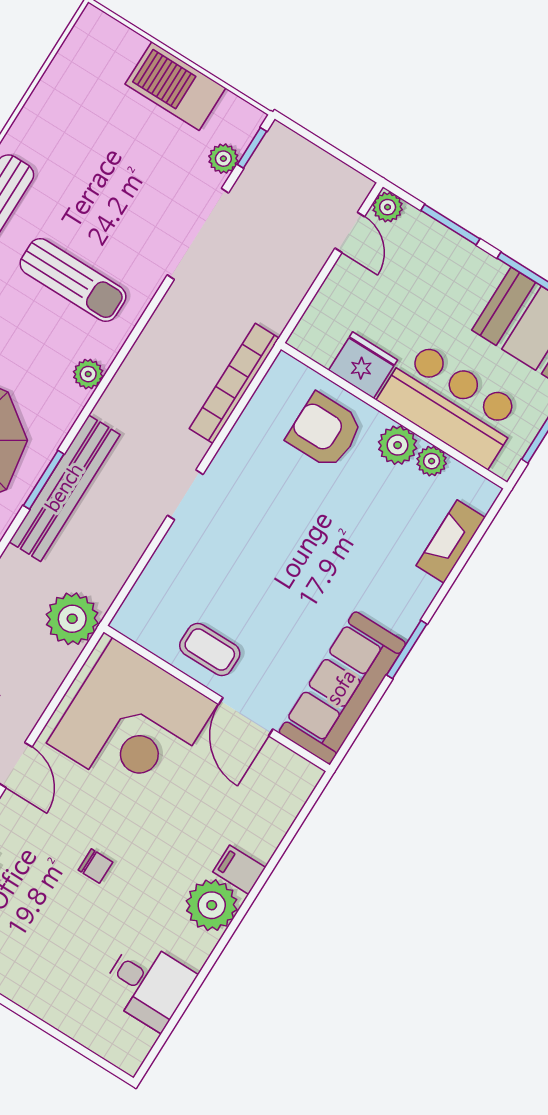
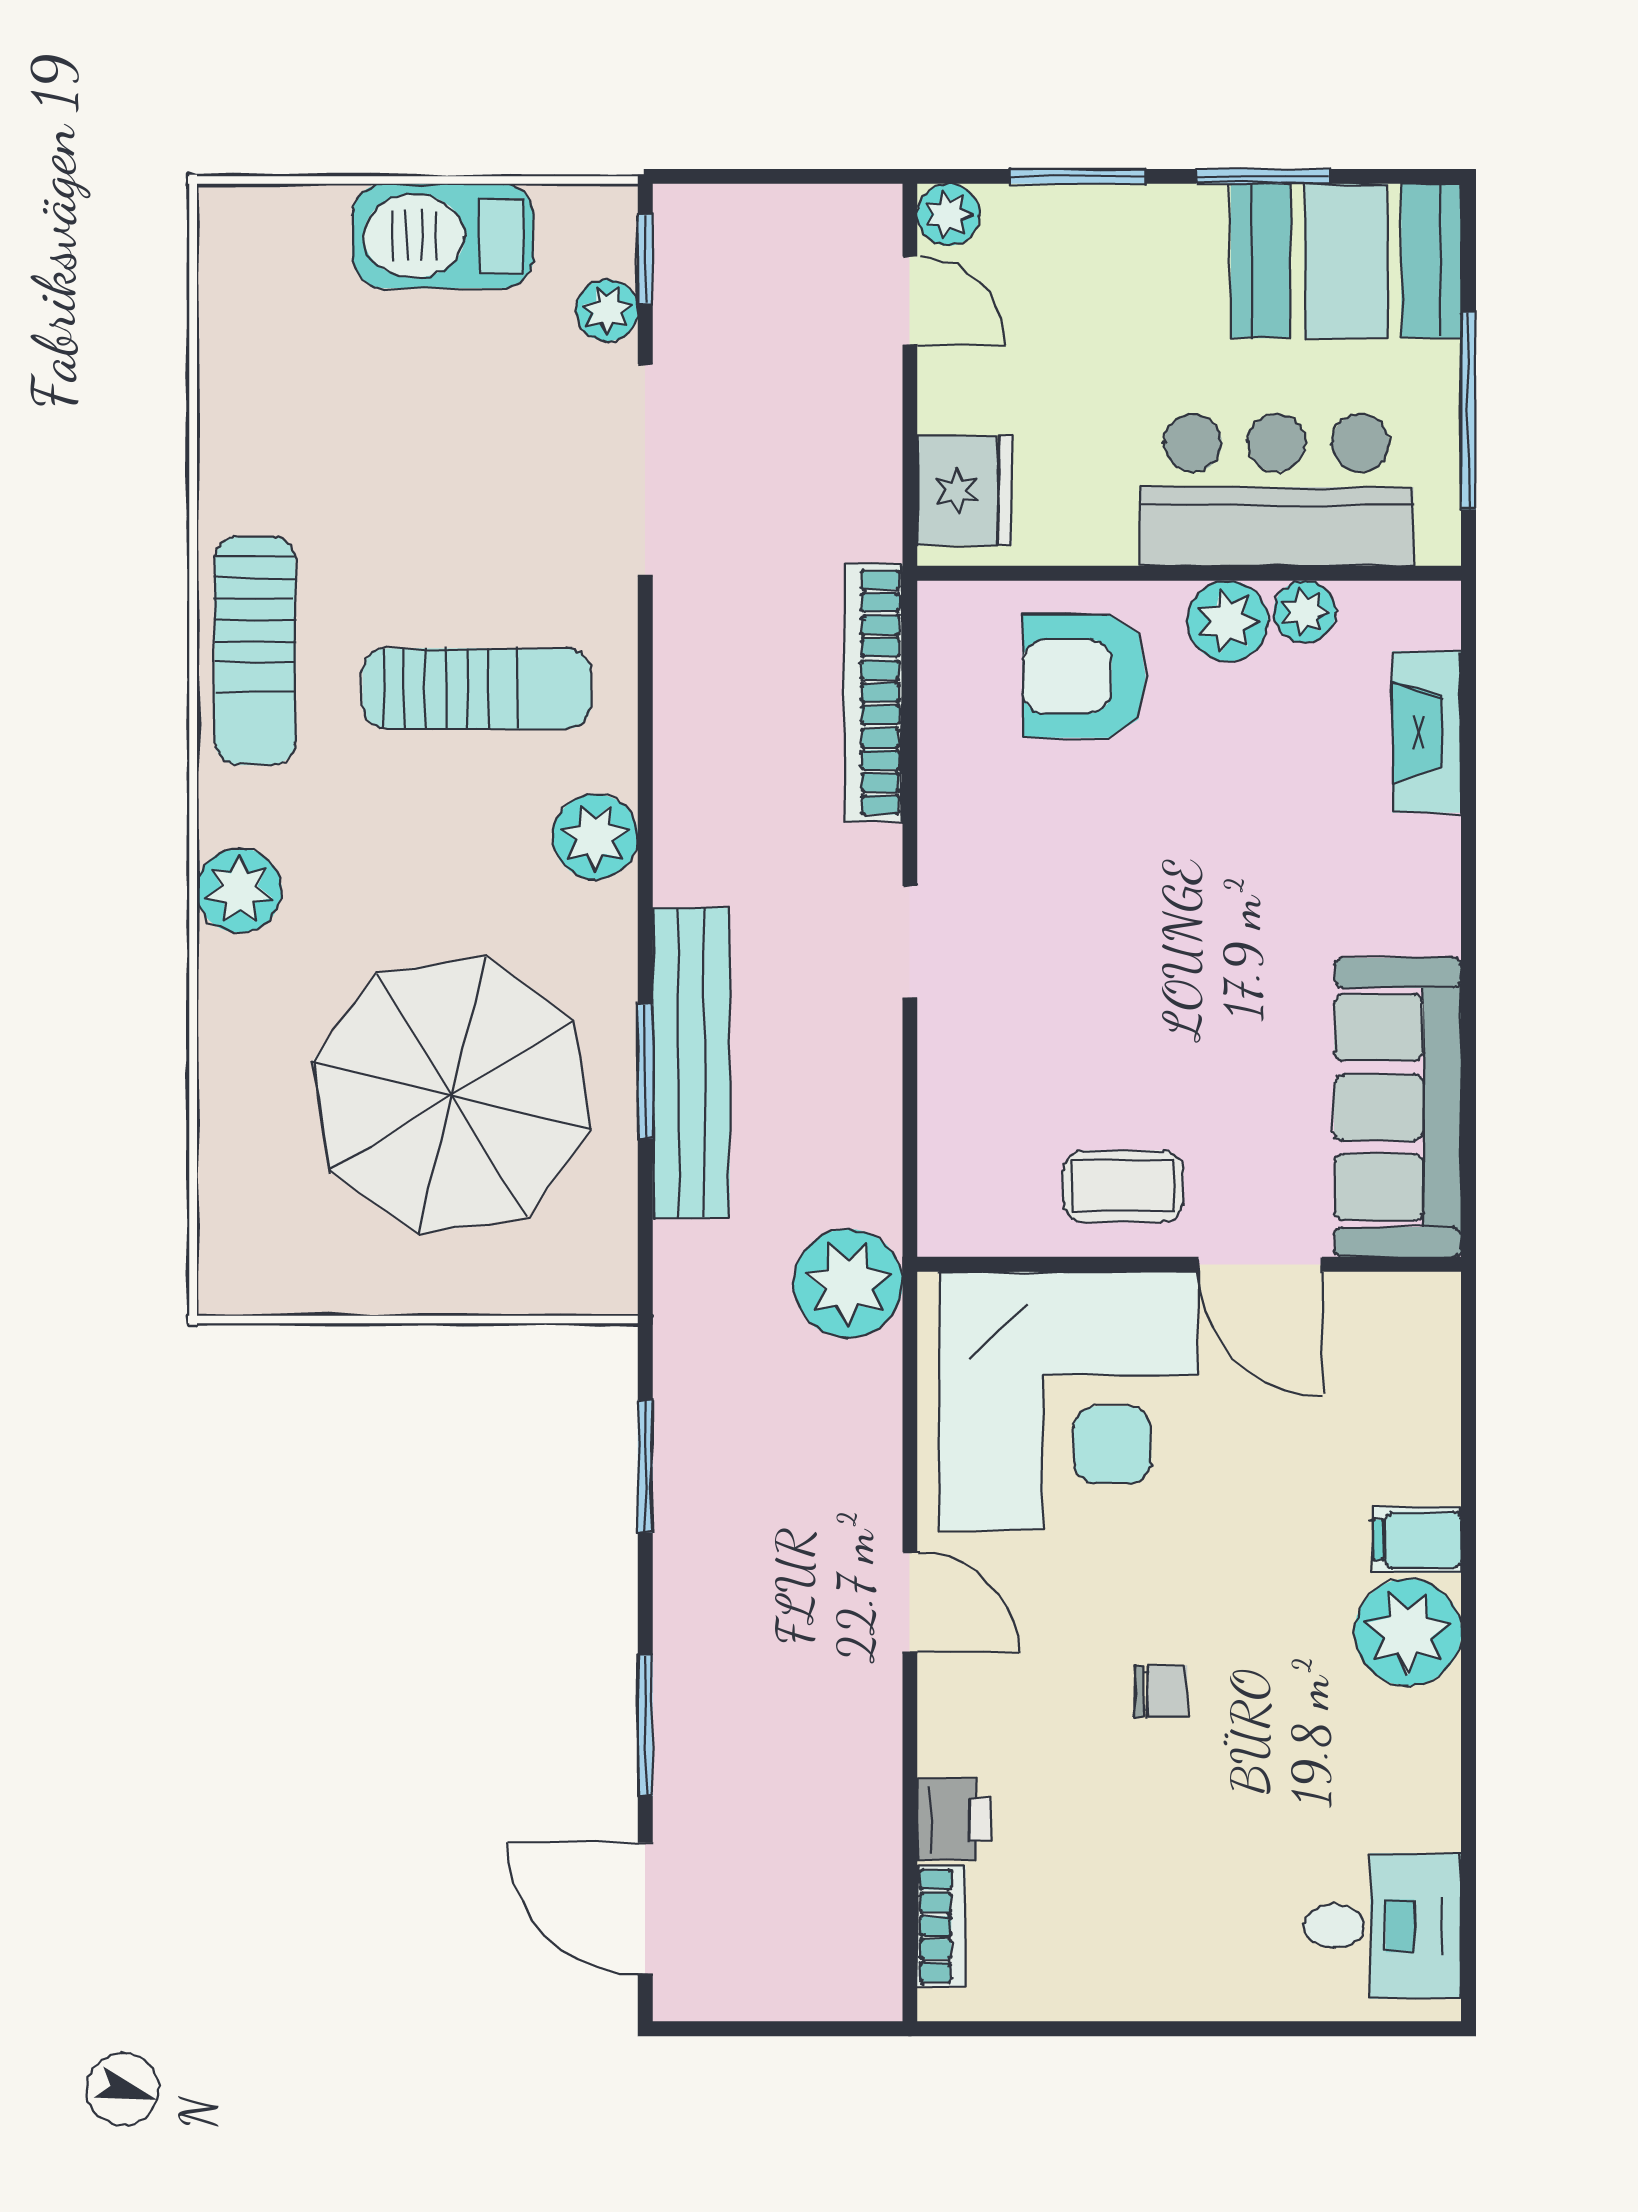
fridge: (363, 365) -> (965, 490), moved, turned 90
plant: (88, 374) -> (595, 837), width x1.38, depth x1.38
window: (407, 650) -> (1469, 969), removed
desk: (148, 984) -> (1383, 1926), moved

